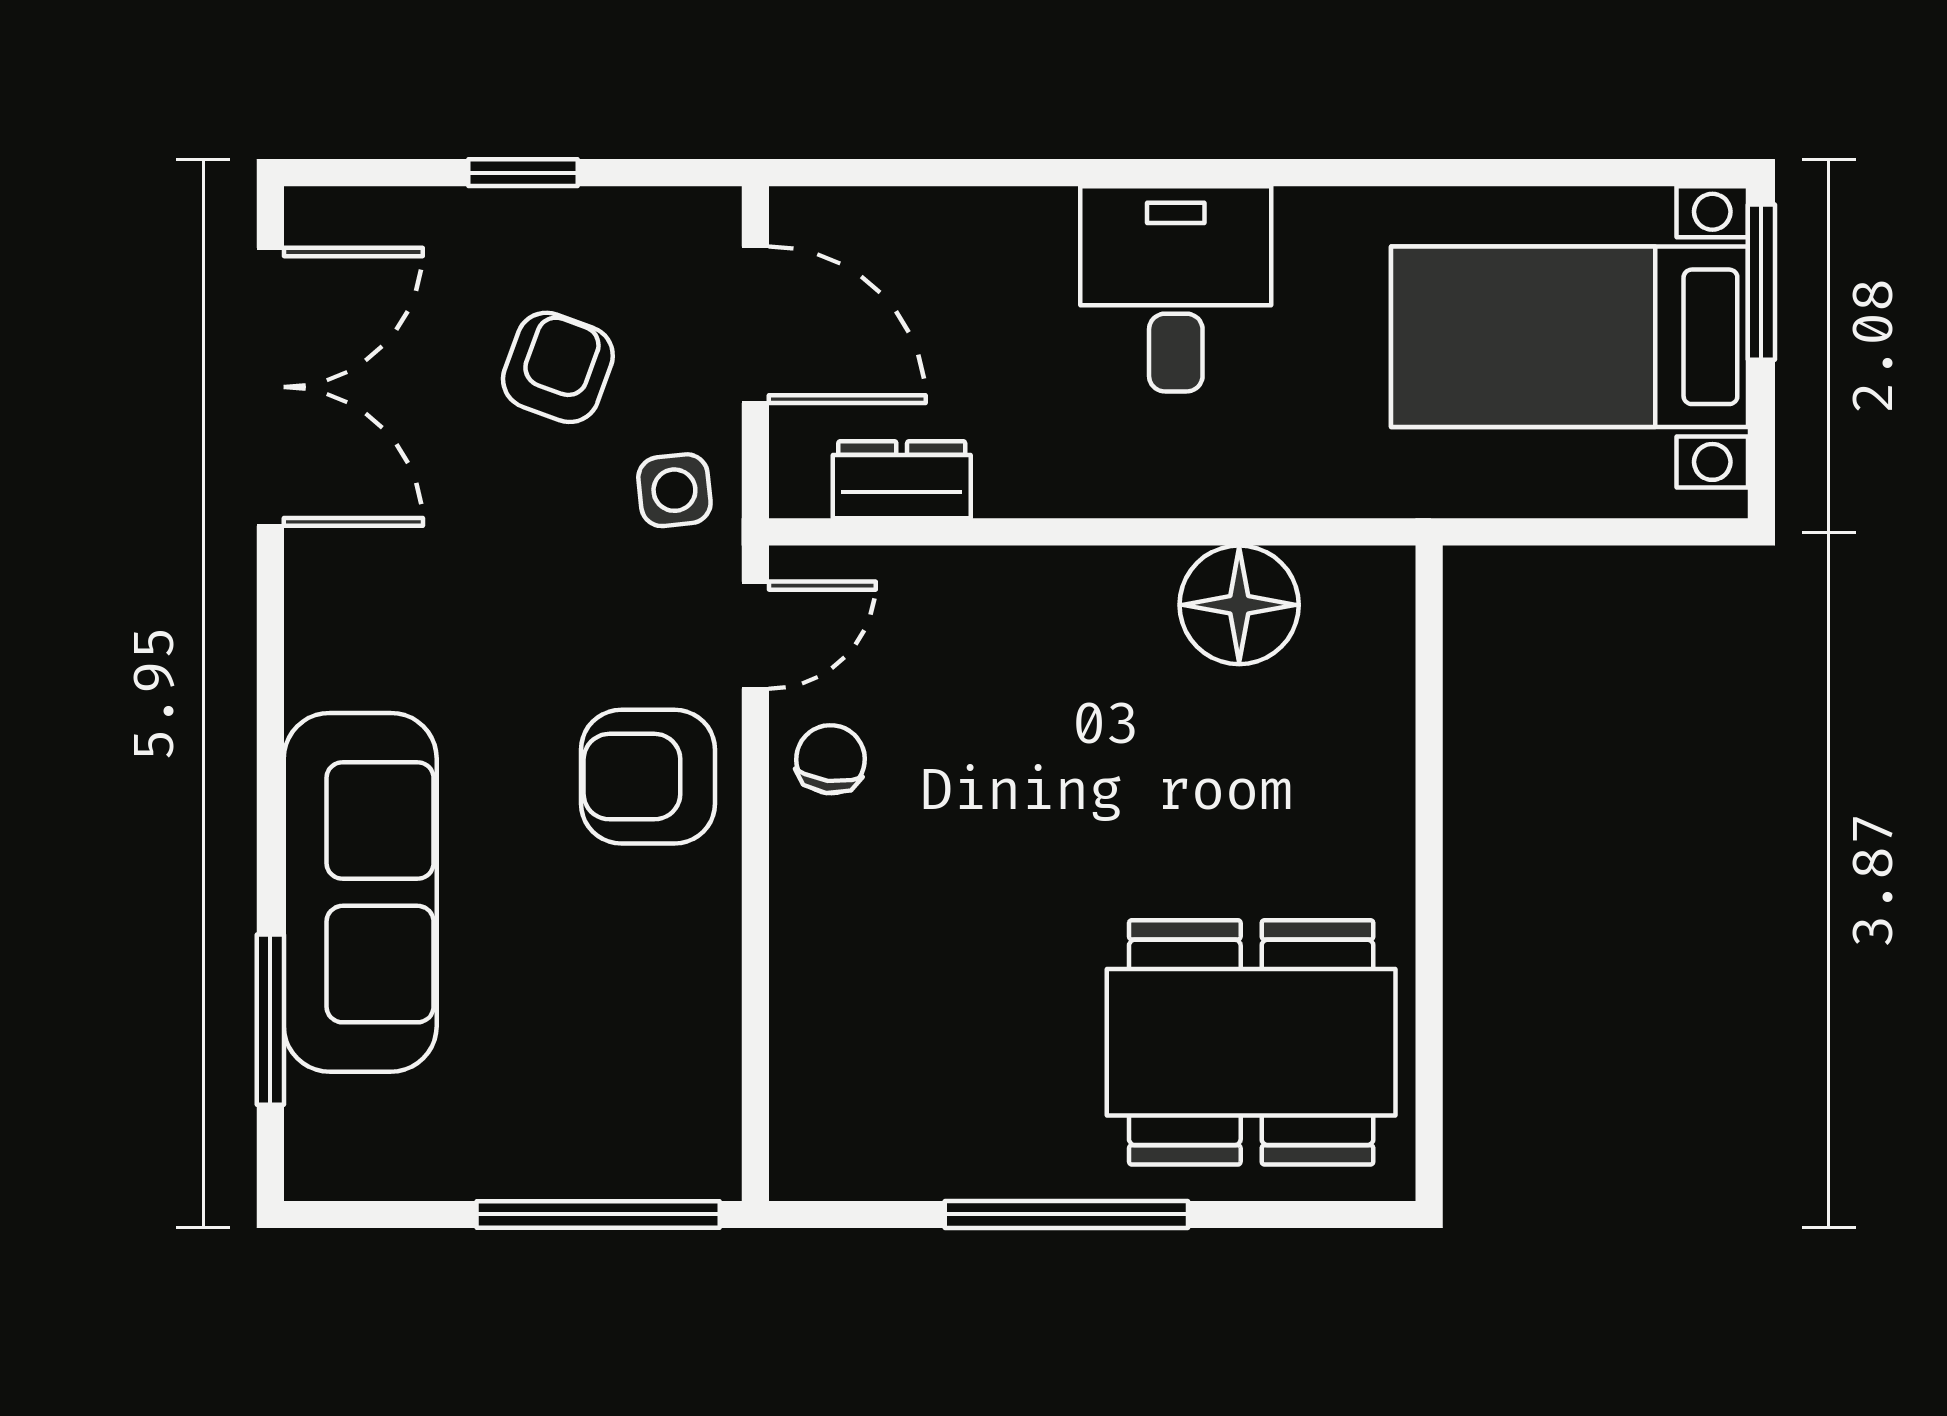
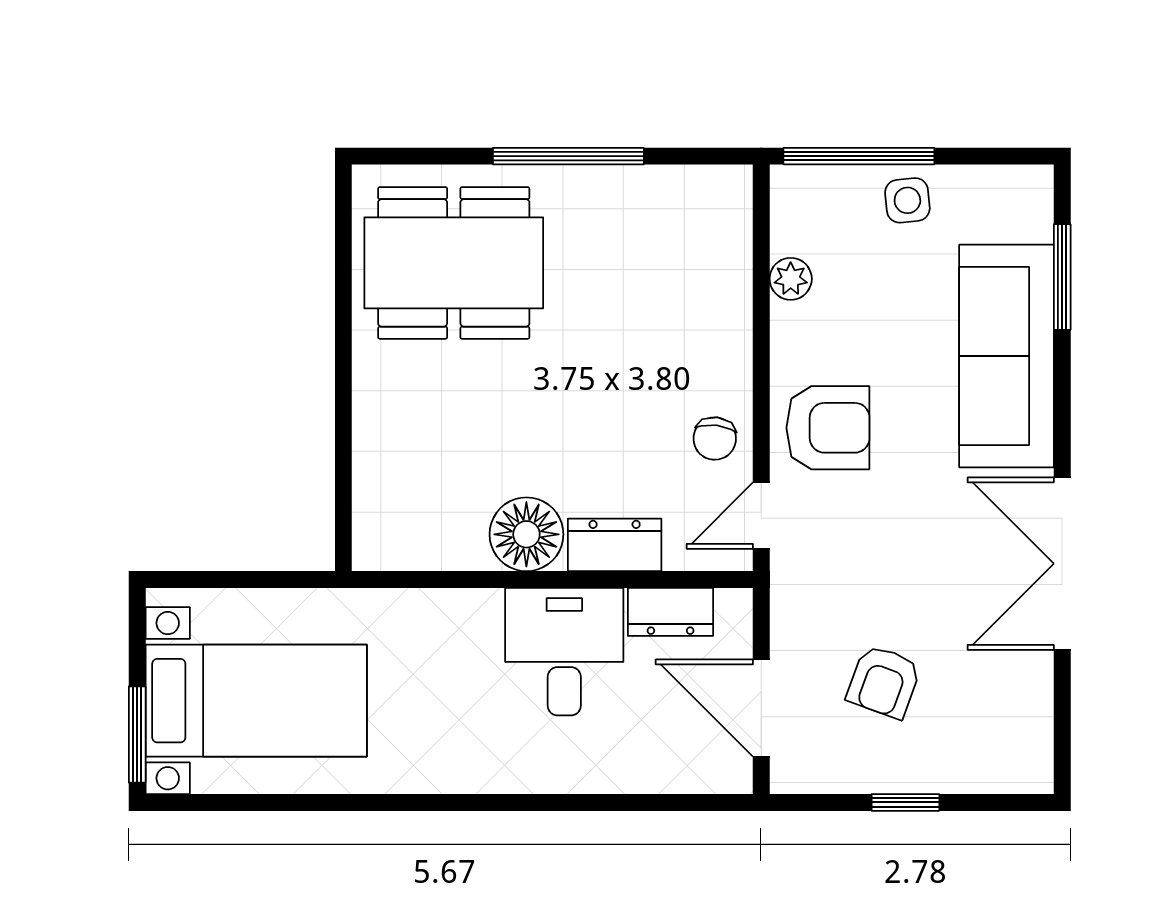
desk: (1176, 289) -> (564, 652), moved, turned 180
double door: (270, 387) -> (1062, 564), moved
side table: (674, 490) -> (907, 200), moved
dresser: (992, 588) -> (615, 545), added
floor lamp: (1239, 605) -> (526, 534), moved
plant: (708, 1017) -> (791, 279), added

